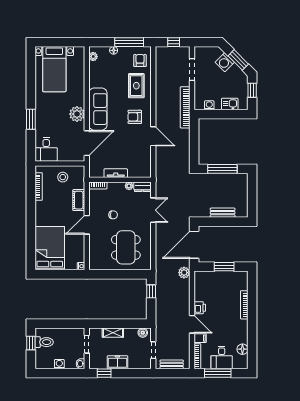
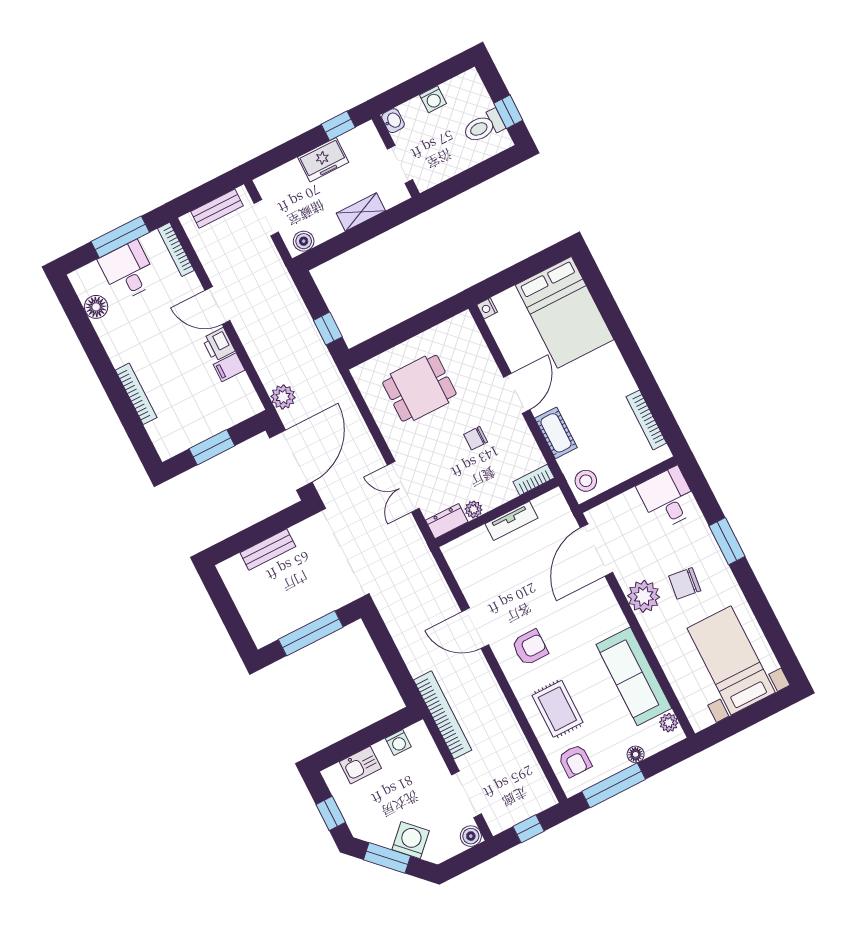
boiler: (199, 51) -> (471, 836), added
sofa: (98, 109) -> (634, 676), moved
chair: (57, 111) -> (685, 583), added
stool: (63, 177) -> (586, 481), moved
dining table: (126, 247) -> (419, 388), width x0.73
filing cabinet: (200, 338) -> (229, 367), moved

